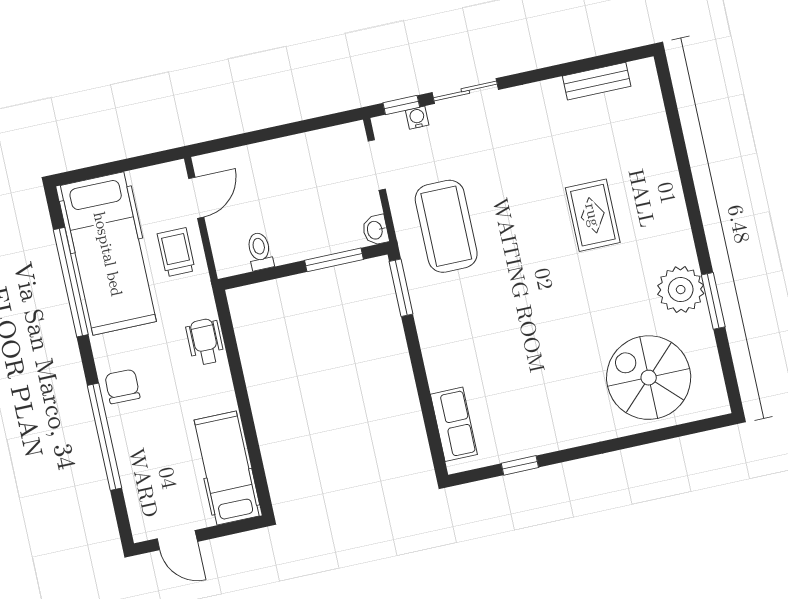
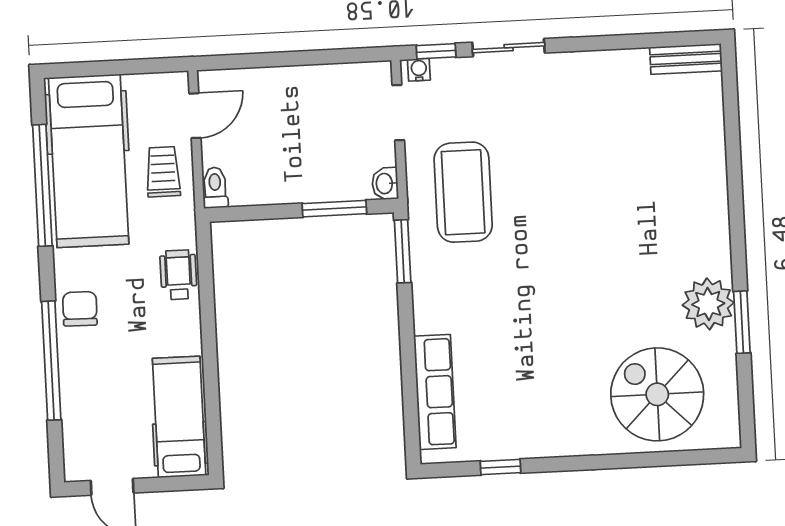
bench: (597, 81) -> (686, 59), moved
water cooler: (417, 118) -> (419, 70), moved
rug: (593, 215) -> (626, 207), removed
toilet: (260, 251) -> (215, 188), moved
row of seats: (454, 424) -> (435, 392), width x1.48

